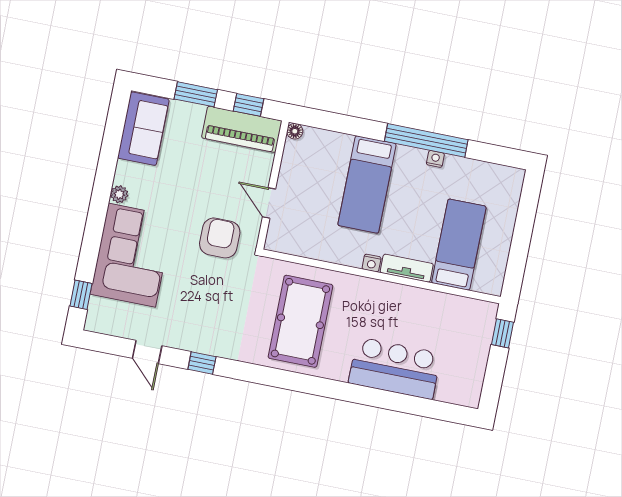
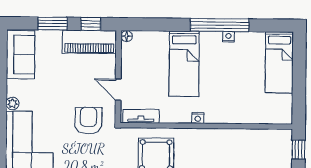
bed: (459, 245) -> (279, 62), moved, turned 180
tv unit: (407, 268) -> (141, 116), moved

